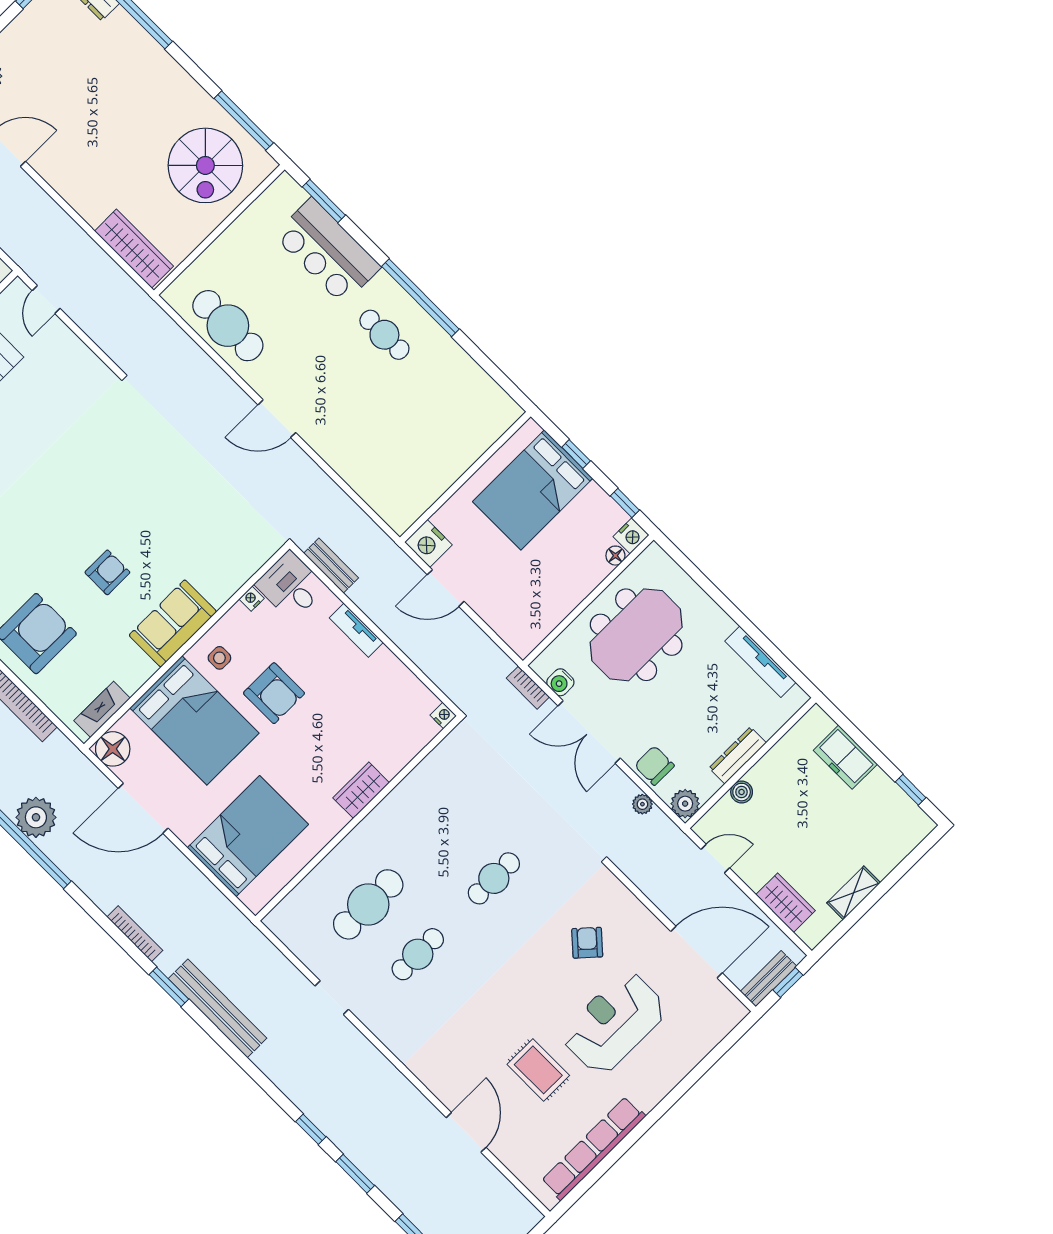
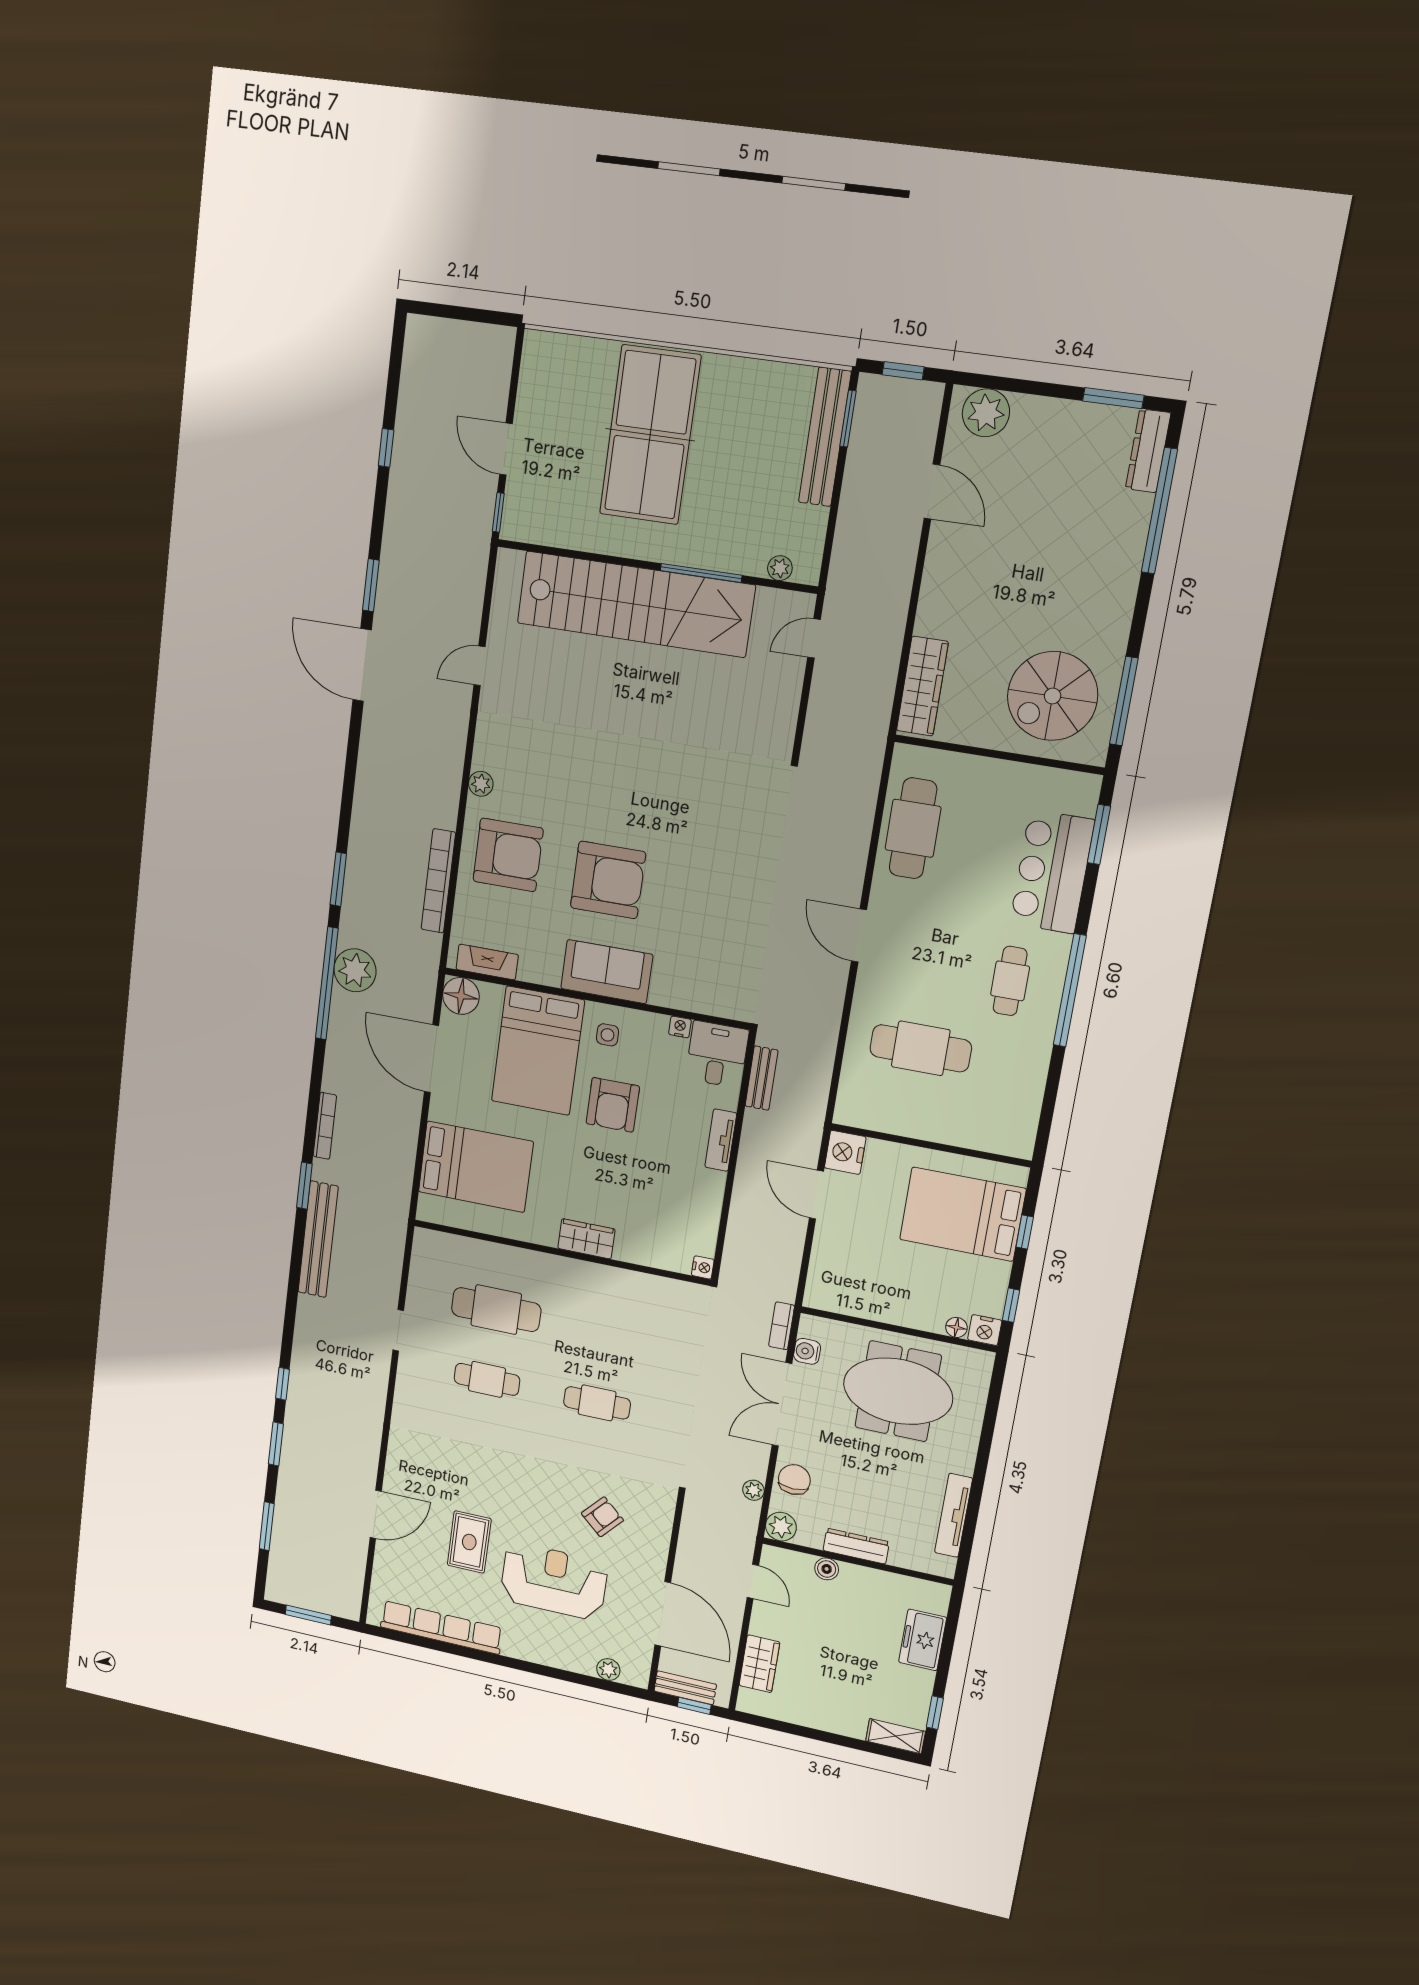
cafe table: (389, 433) -> (921, 1048), added
armchair: (107, 572) -> (608, 880), width x1.88, depth x1.88
shelving: (854, 893) -> (896, 1736), moved
plant: (715, 1032) -> (608, 1670), added

